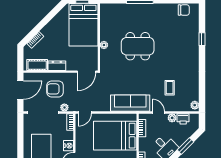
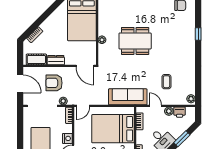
door: (87, 72) -> (85, 66), hinge flipped
door: (20, 90) -> (20, 84), hinge flipped

